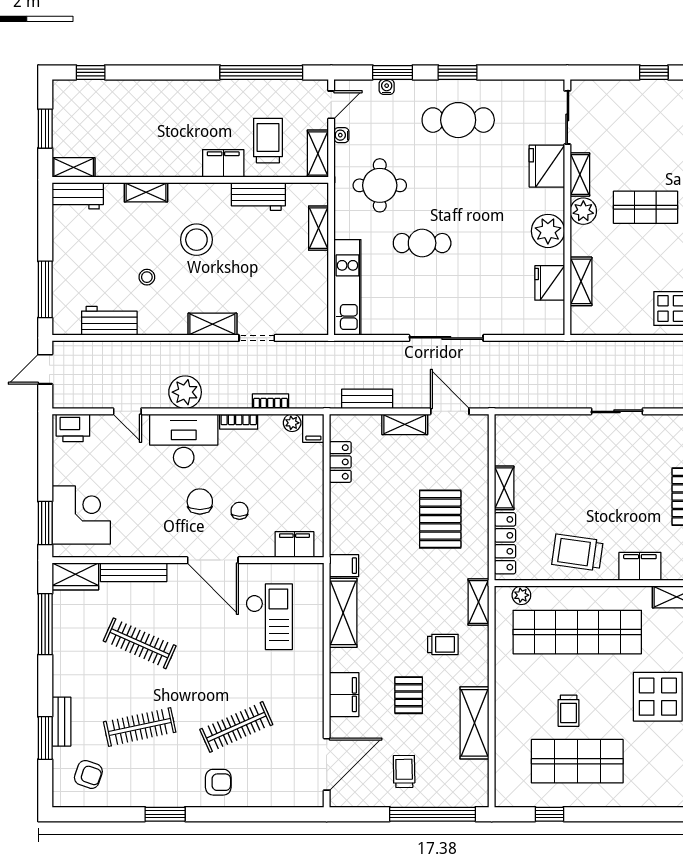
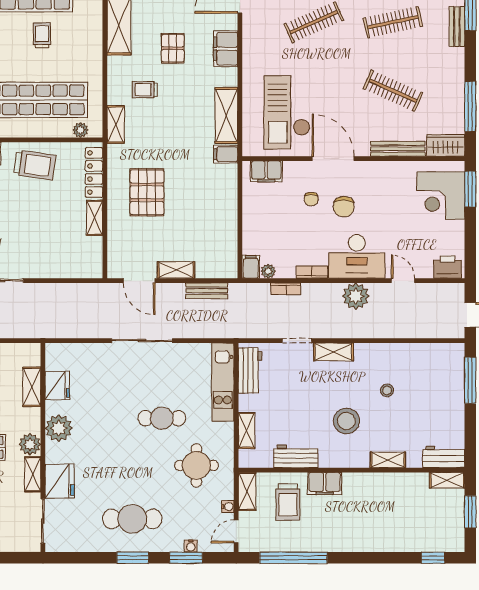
workbench: (109, 321) -> (250, 370), moved, turned -90
locker: (340, 462) -> (229, 239), removed
checkout: (269, 617) -> (287, 112), width x1.36, depth x1.21

